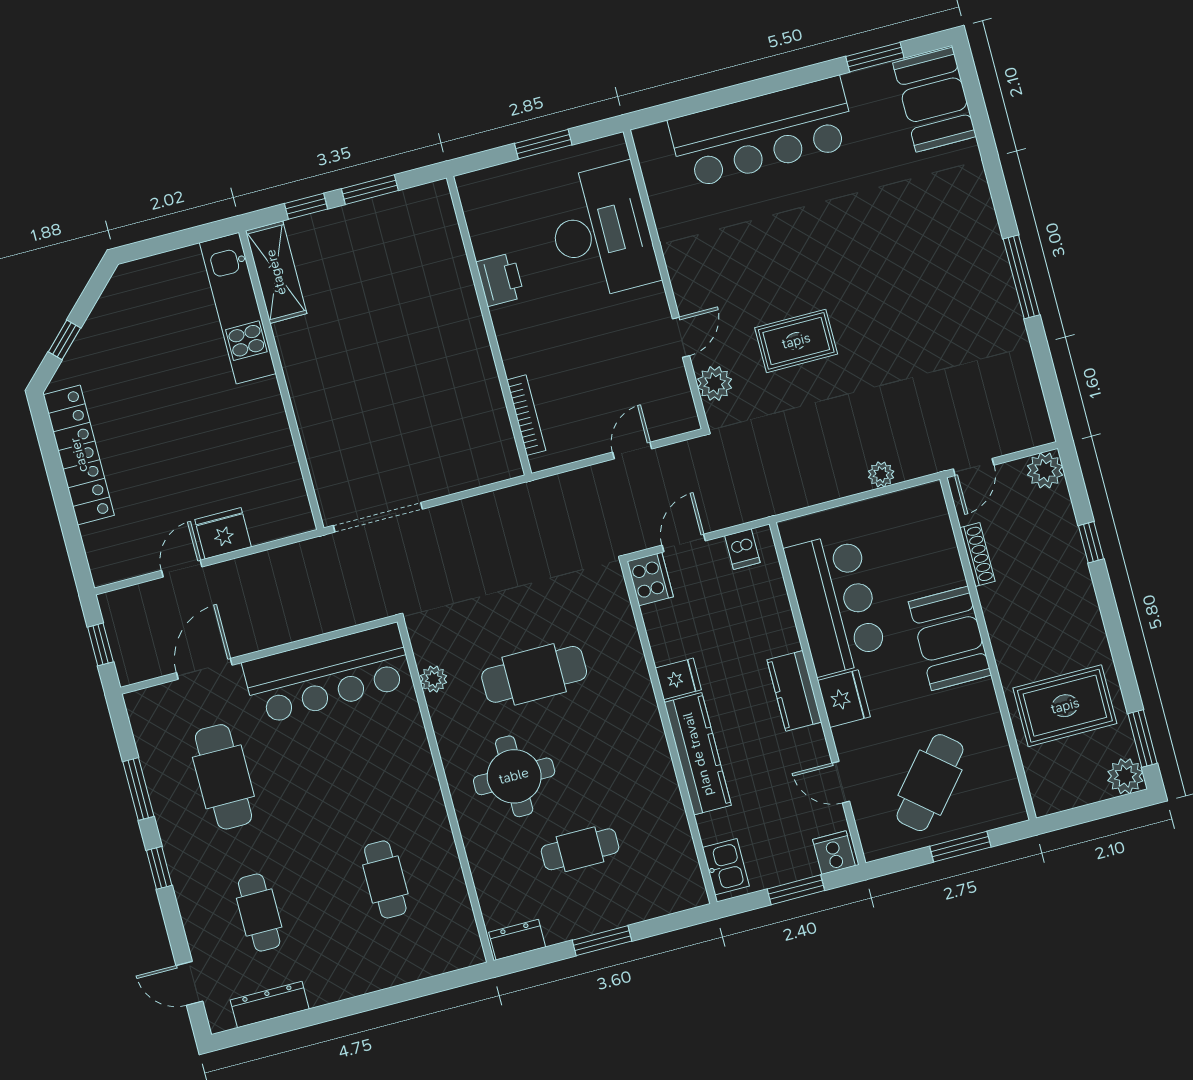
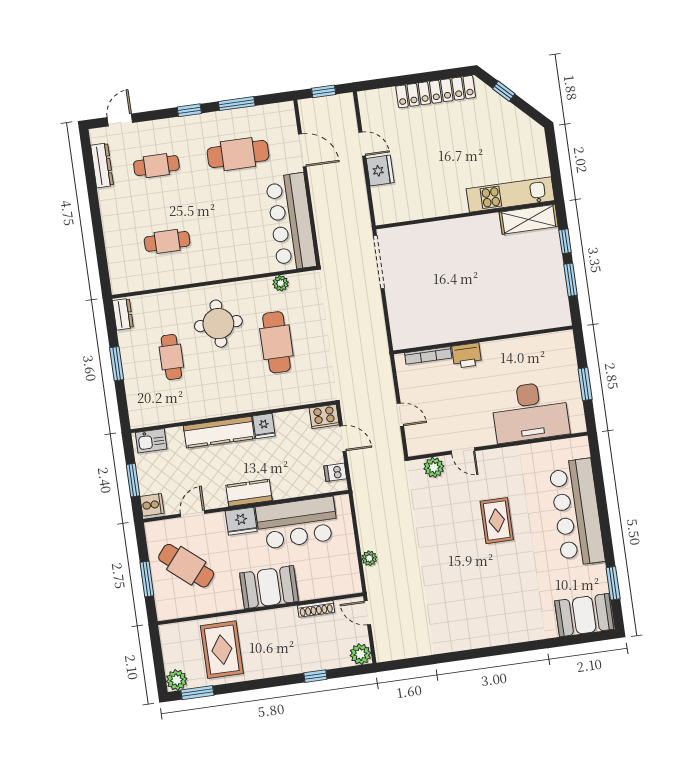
window: (1021, 277) -> (475, 654), removed
printer: (500, 279) -> (467, 355), moved
rug: (796, 341) -> (497, 521), moved

